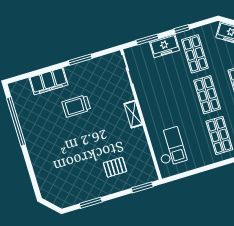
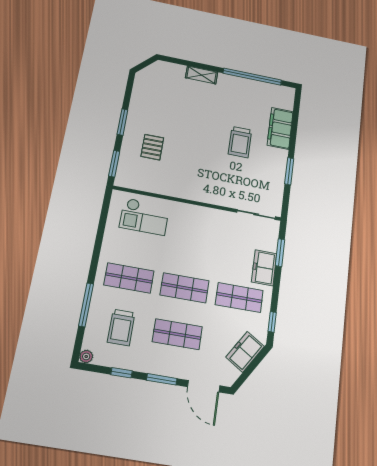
window: (182, 29) -> (272, 322), moved
trolley: (76, 106) -> (240, 142), turned 180
shelving: (133, 114) -> (202, 75), moved
window: (91, 203) -> (122, 122), moved

